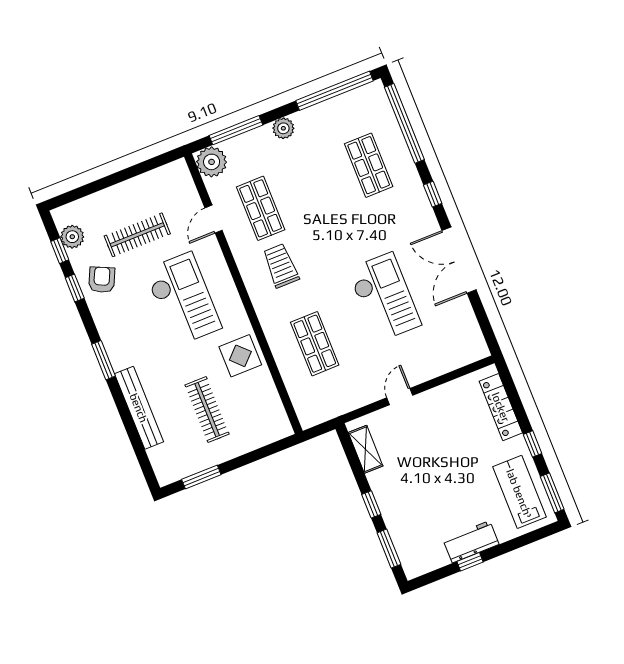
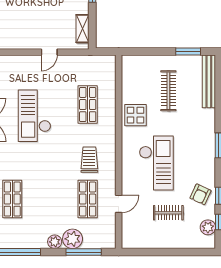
plant: (212, 162) -> (73, 239), moved
clothes rail: (137, 235) -> (168, 213), width x0.73
trolley: (281, 266) -> (89, 160), turned 180
checkout: (183, 299) -> (156, 163), turned 180
bench: (139, 408) -> (209, 81), moved

